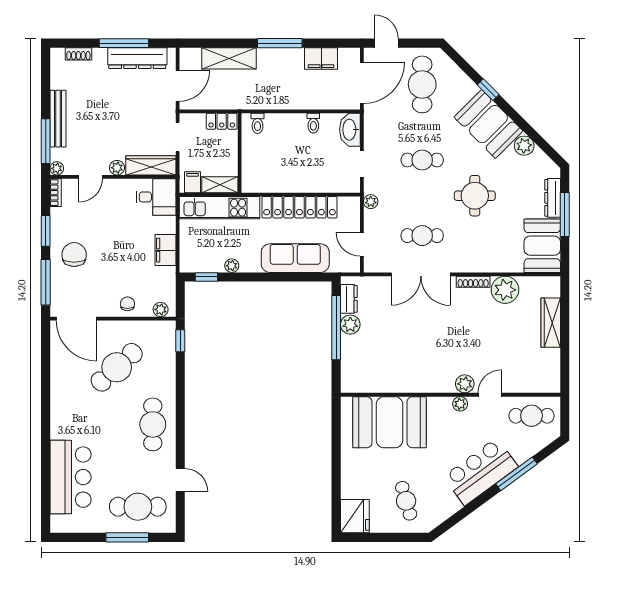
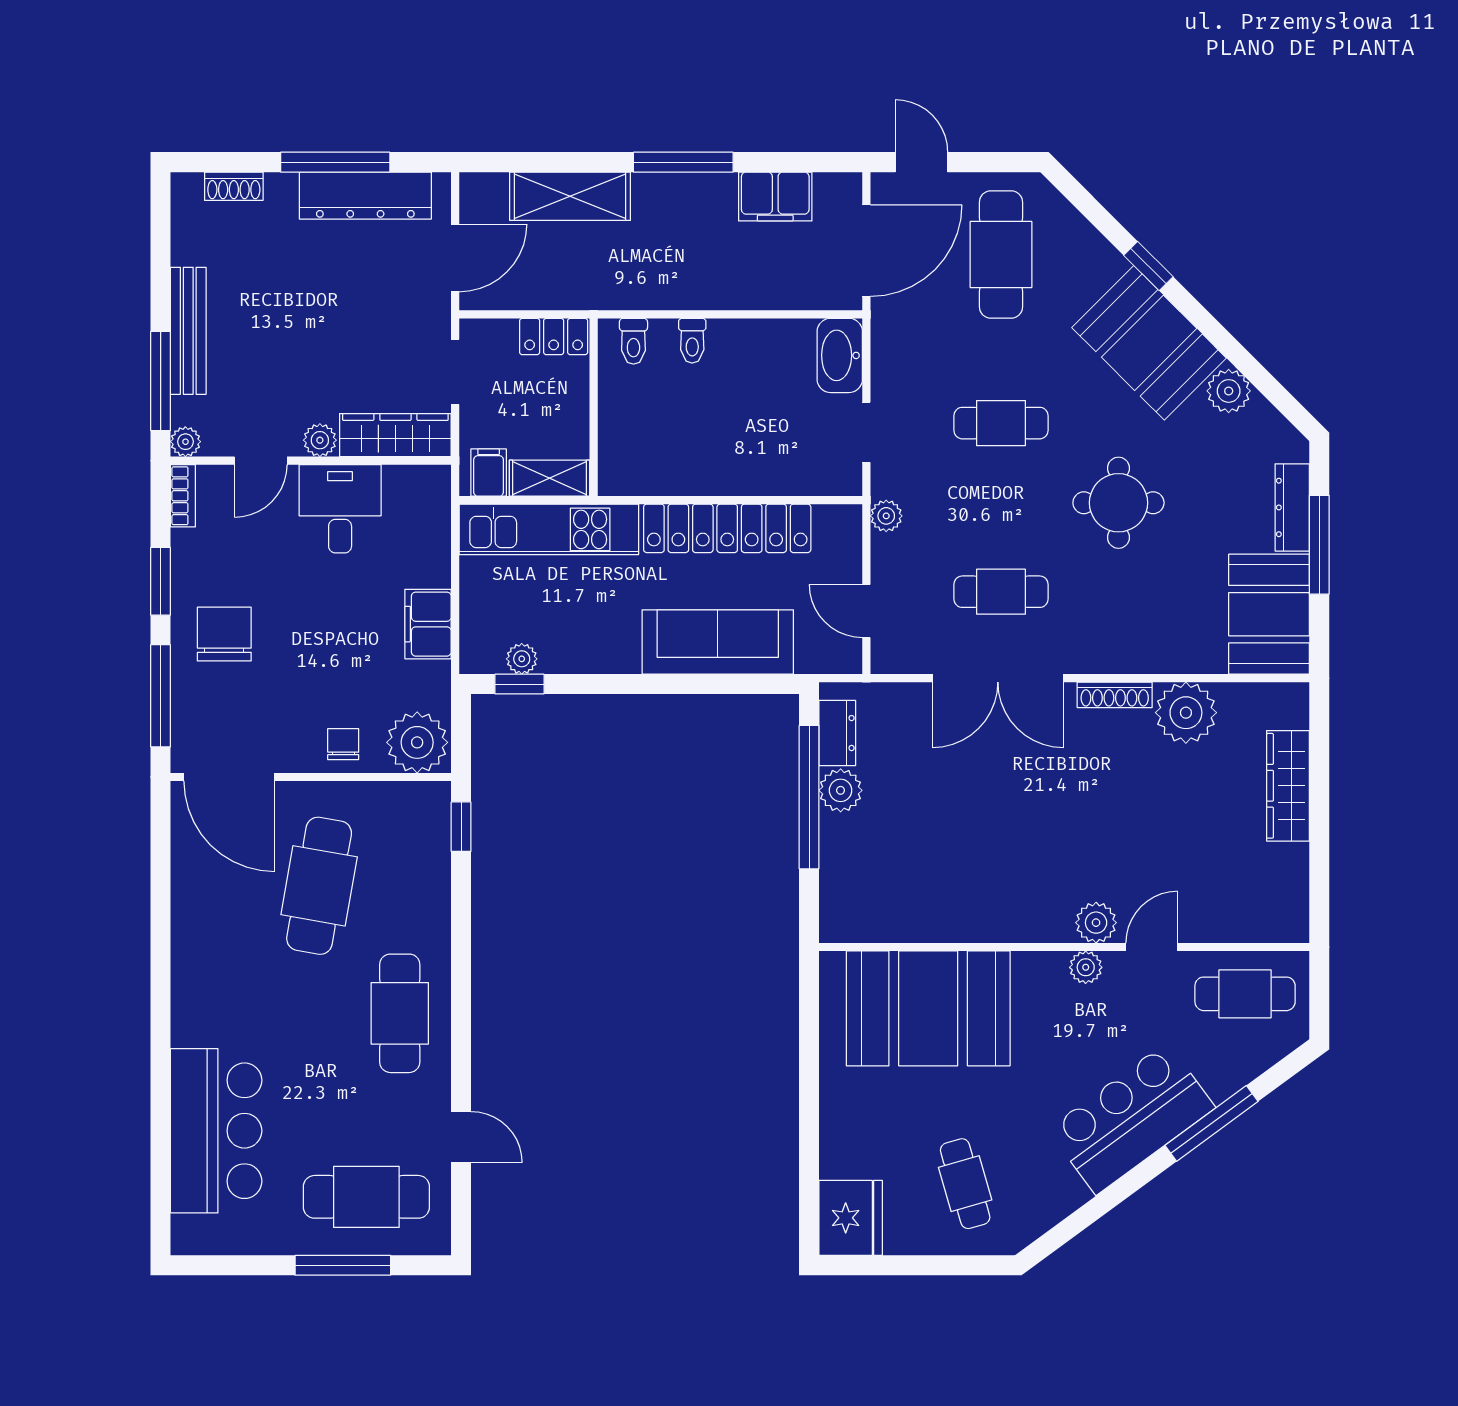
toilet: (313, 123) -> (692, 341), moved
desk: (156, 197) -> (340, 509), moved, turned -90
plant: (232, 266) -> (522, 659), moved
plant: (161, 309) -> (417, 742), width x1.87, depth x1.87
cafe table: (117, 367) -> (319, 886), turned -38

